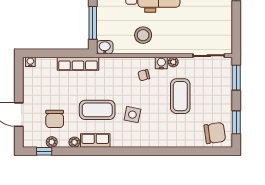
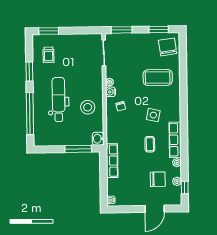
coffee table: (180, 96) -> (158, 77), moved
coffee table: (97, 110) -> (150, 144), width x0.54, depth x0.58
row of seats: (95, 140) -> (175, 140), width x1.48

